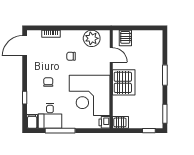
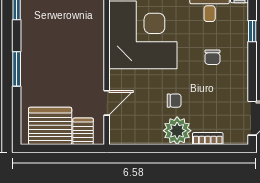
plant: (92, 38) -> (177, 131), moved
door: (111, 55) -> (107, 103), swing flipped
server rack: (124, 82) -> (50, 126), moved, turned 90

